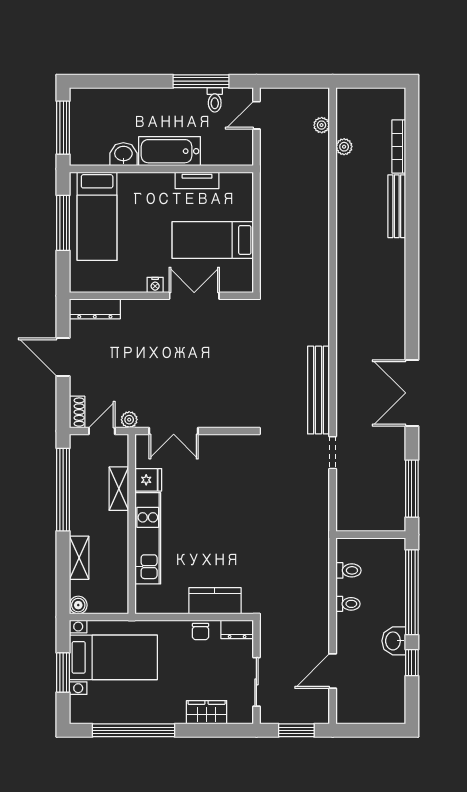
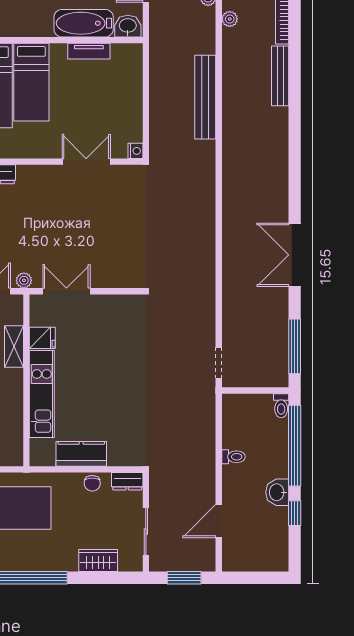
bathtub: (170, 151) -> (84, 23), moved
washbasin: (123, 154) -> (128, 26), moved
bed: (213, 240) -> (31, 82), moved, turned -90
nightstand: (155, 285) -> (135, 151), moved, turned -90
bench: (319, 390) -> (205, 97), moved
double door: (174, 431) -> (66, 291), swing flipped
doorway: (333, 453) -> (219, 363), moved
toilet: (348, 570) -> (281, 406), moved, turned 90
kitchen counter: (215, 601) -> (81, 454), moved

